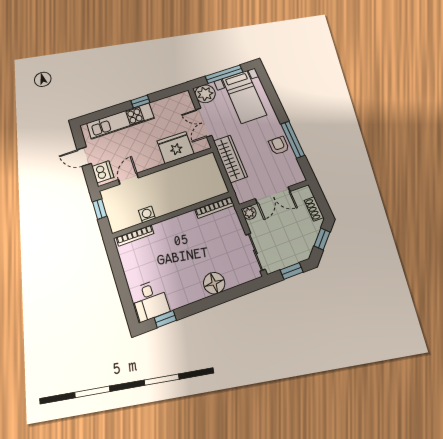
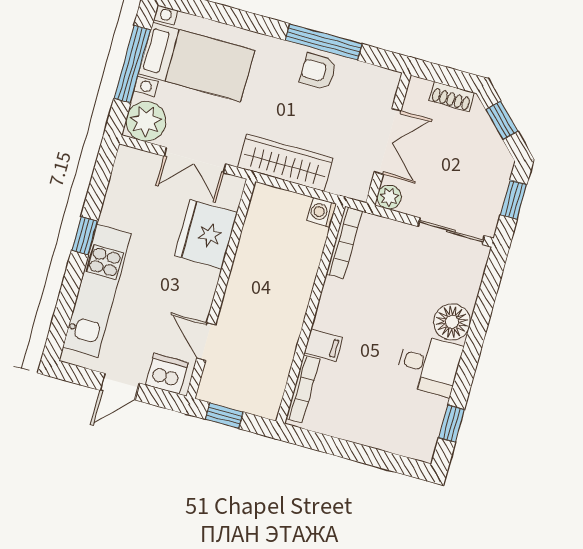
washing machine: (147, 214) -> (322, 212), moved
filing cabinet: (162, 231) -> (323, 345), added
desk: (150, 300) -> (429, 365), moved

